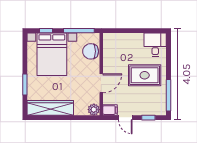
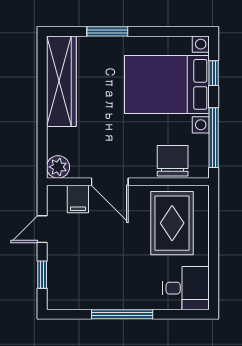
rug: (145, 75) -> (172, 223), moved
window: (168, 95) -> (122, 314), moved
filing cabinet: (110, 110) -> (78, 199), moved

